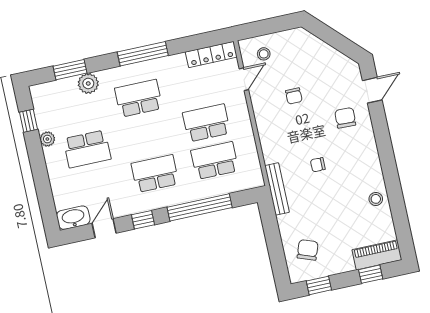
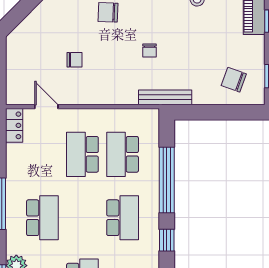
stool: (264, 54) -> (25, 81), removed
locker: (211, 55) -> (14, 125), width x0.66
school desk: (139, 98) -> (42, 218), turned 180
school desk: (155, 174) -> (123, 218), turned 180

